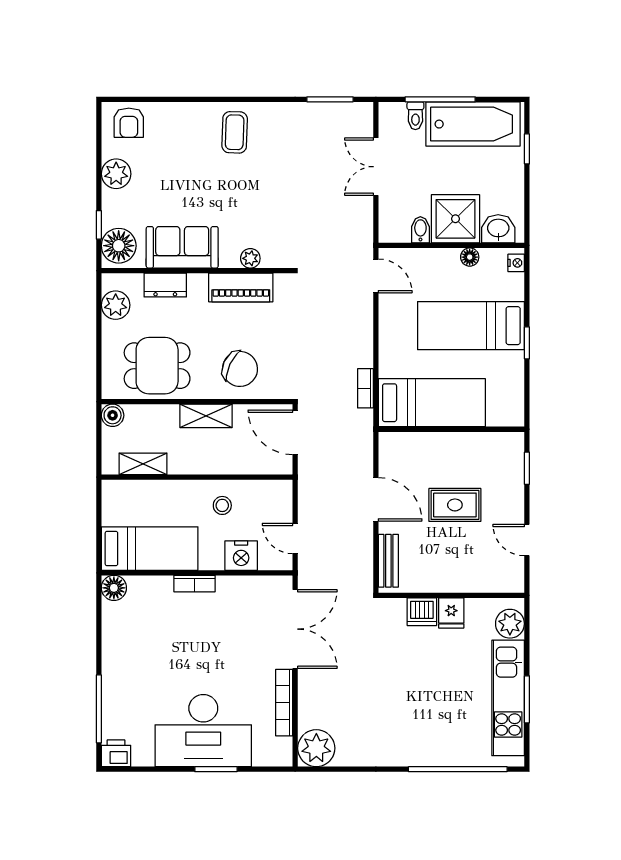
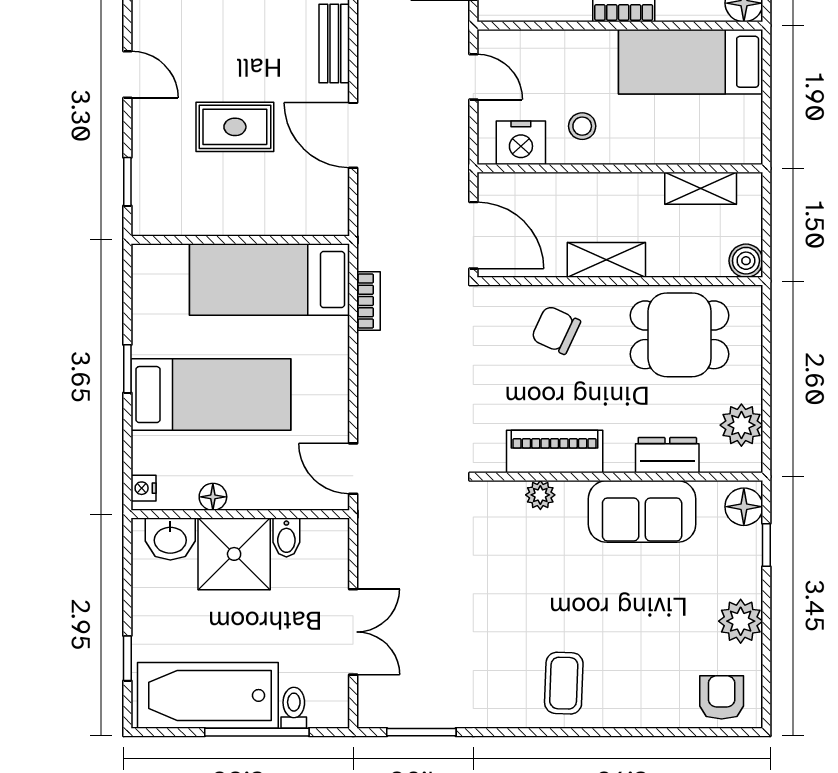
floor lamp: (119, 246) -> (744, 507), width x0.73, depth x0.73
chair: (240, 369) -> (556, 330), width x0.73, depth x0.73
nightstand: (241, 556) -> (521, 143), moved, turned 180

